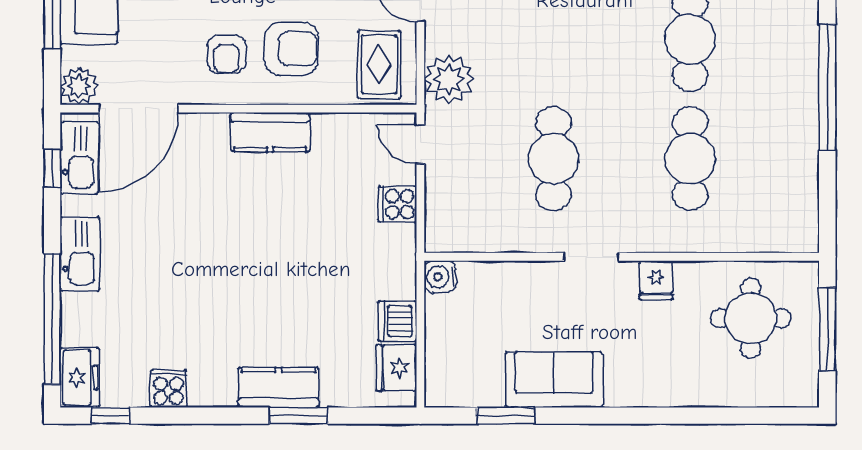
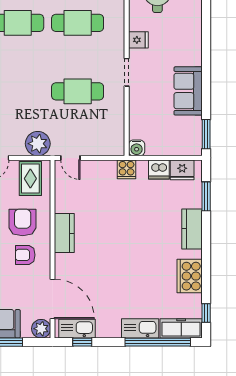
armchair: (226, 54) -> (25, 255), turned 180
rug: (379, 64) -> (30, 179), turned 90
door: (420, 144) -> (70, 158), hinge flipped
cooker: (397, 204) -> (127, 169), moved
kitchen sink: (80, 254) -> (140, 328), moved
freezer: (80, 378) -> (181, 328), width x1.40
cooker: (168, 389) -> (190, 276), width x1.87, depth x1.31
window: (298, 416) -> (206, 196), moved
window: (506, 416) -> (206, 134), moved

